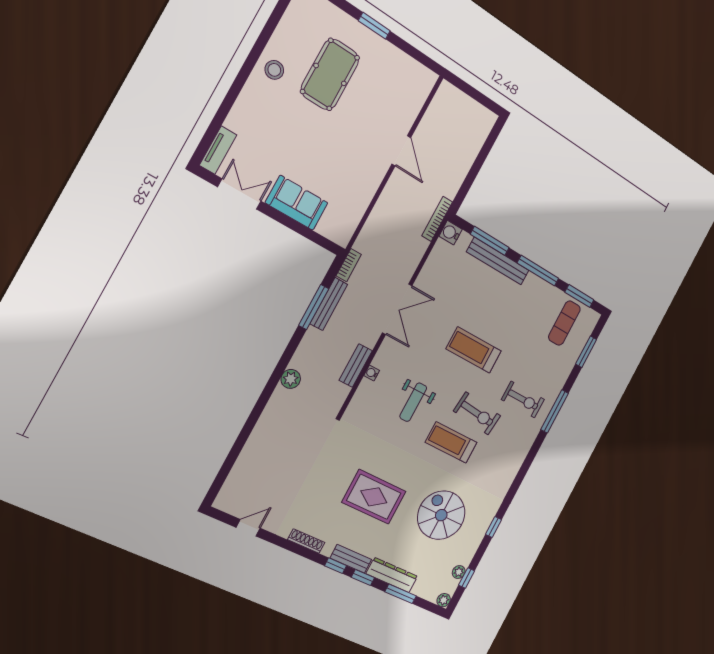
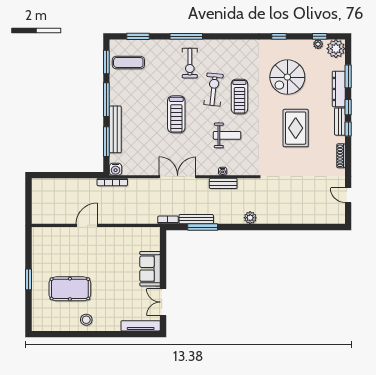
tv unit: (218, 150) -> (141, 326), width x1.41
exercise bike: (523, 400) -> (190, 63), turned 180
plant: (444, 600) -> (336, 49), width x1.88, depth x1.88

